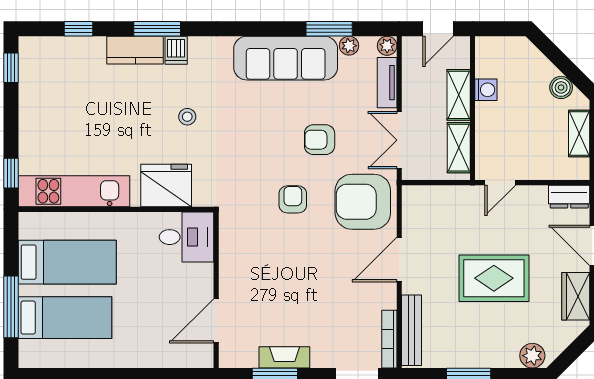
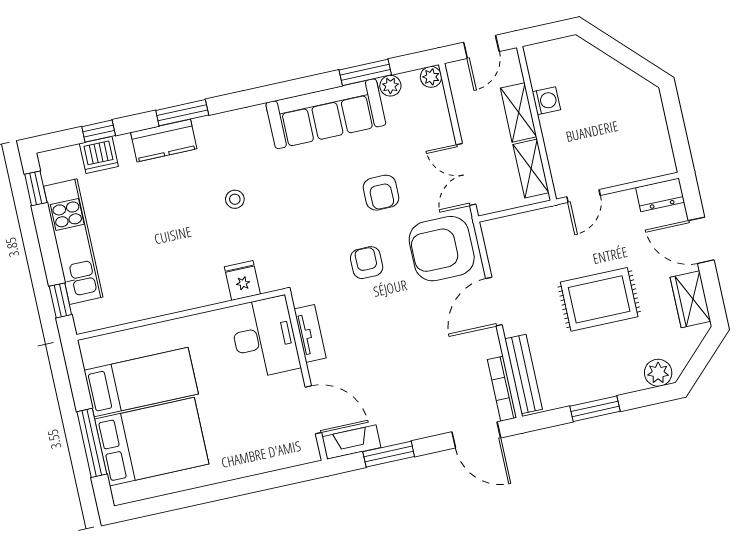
dishwasher: (176, 50) -> (99, 155), moved, width x1.38
tv unit: (387, 83) -> (310, 334), moved, turned 180
boiler: (561, 87) -> (626, 81), removed
shelving: (579, 133) -> (656, 125), removed
armchair: (320, 140) -> (381, 193), turned -90
fridge: (166, 186) -> (242, 280), width x0.53, depth x0.75
kitchen unit: (74, 191) -> (73, 242), moved, turned 90
desk: (186, 237) -> (264, 337), width x1.37
bed: (65, 318) -> (152, 442), width x1.50
door: (216, 321) -> (313, 410), swing flipped
fireplace: (284, 357) -> (351, 442), moved

